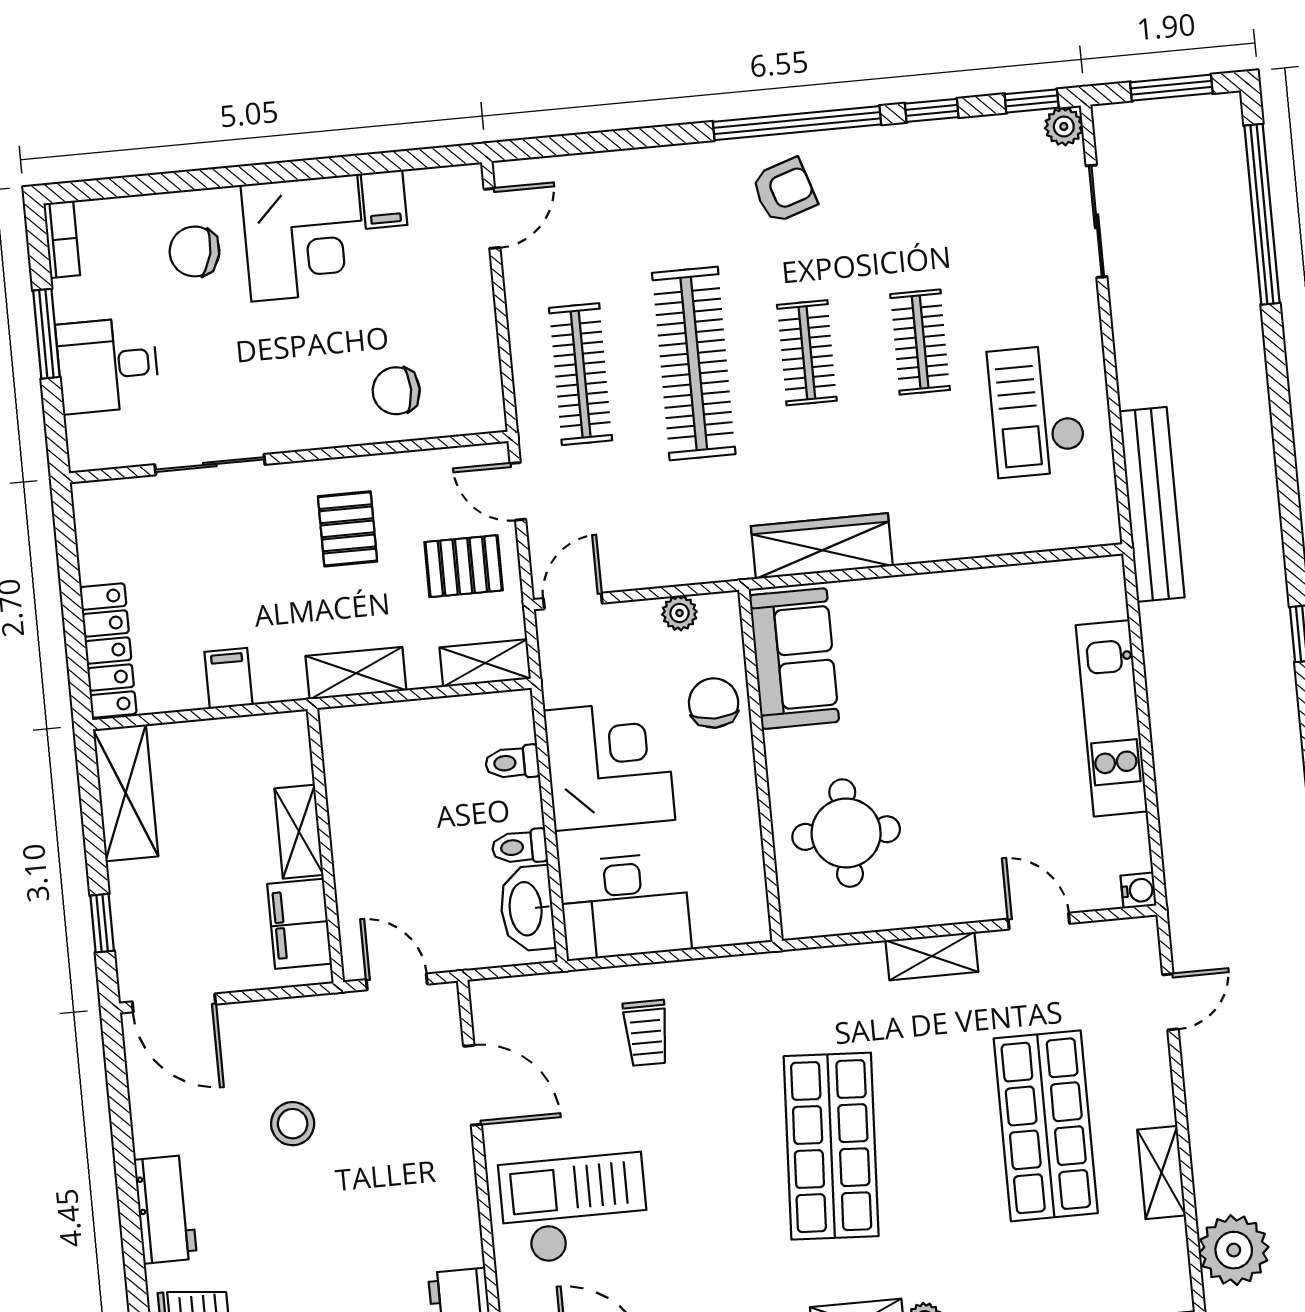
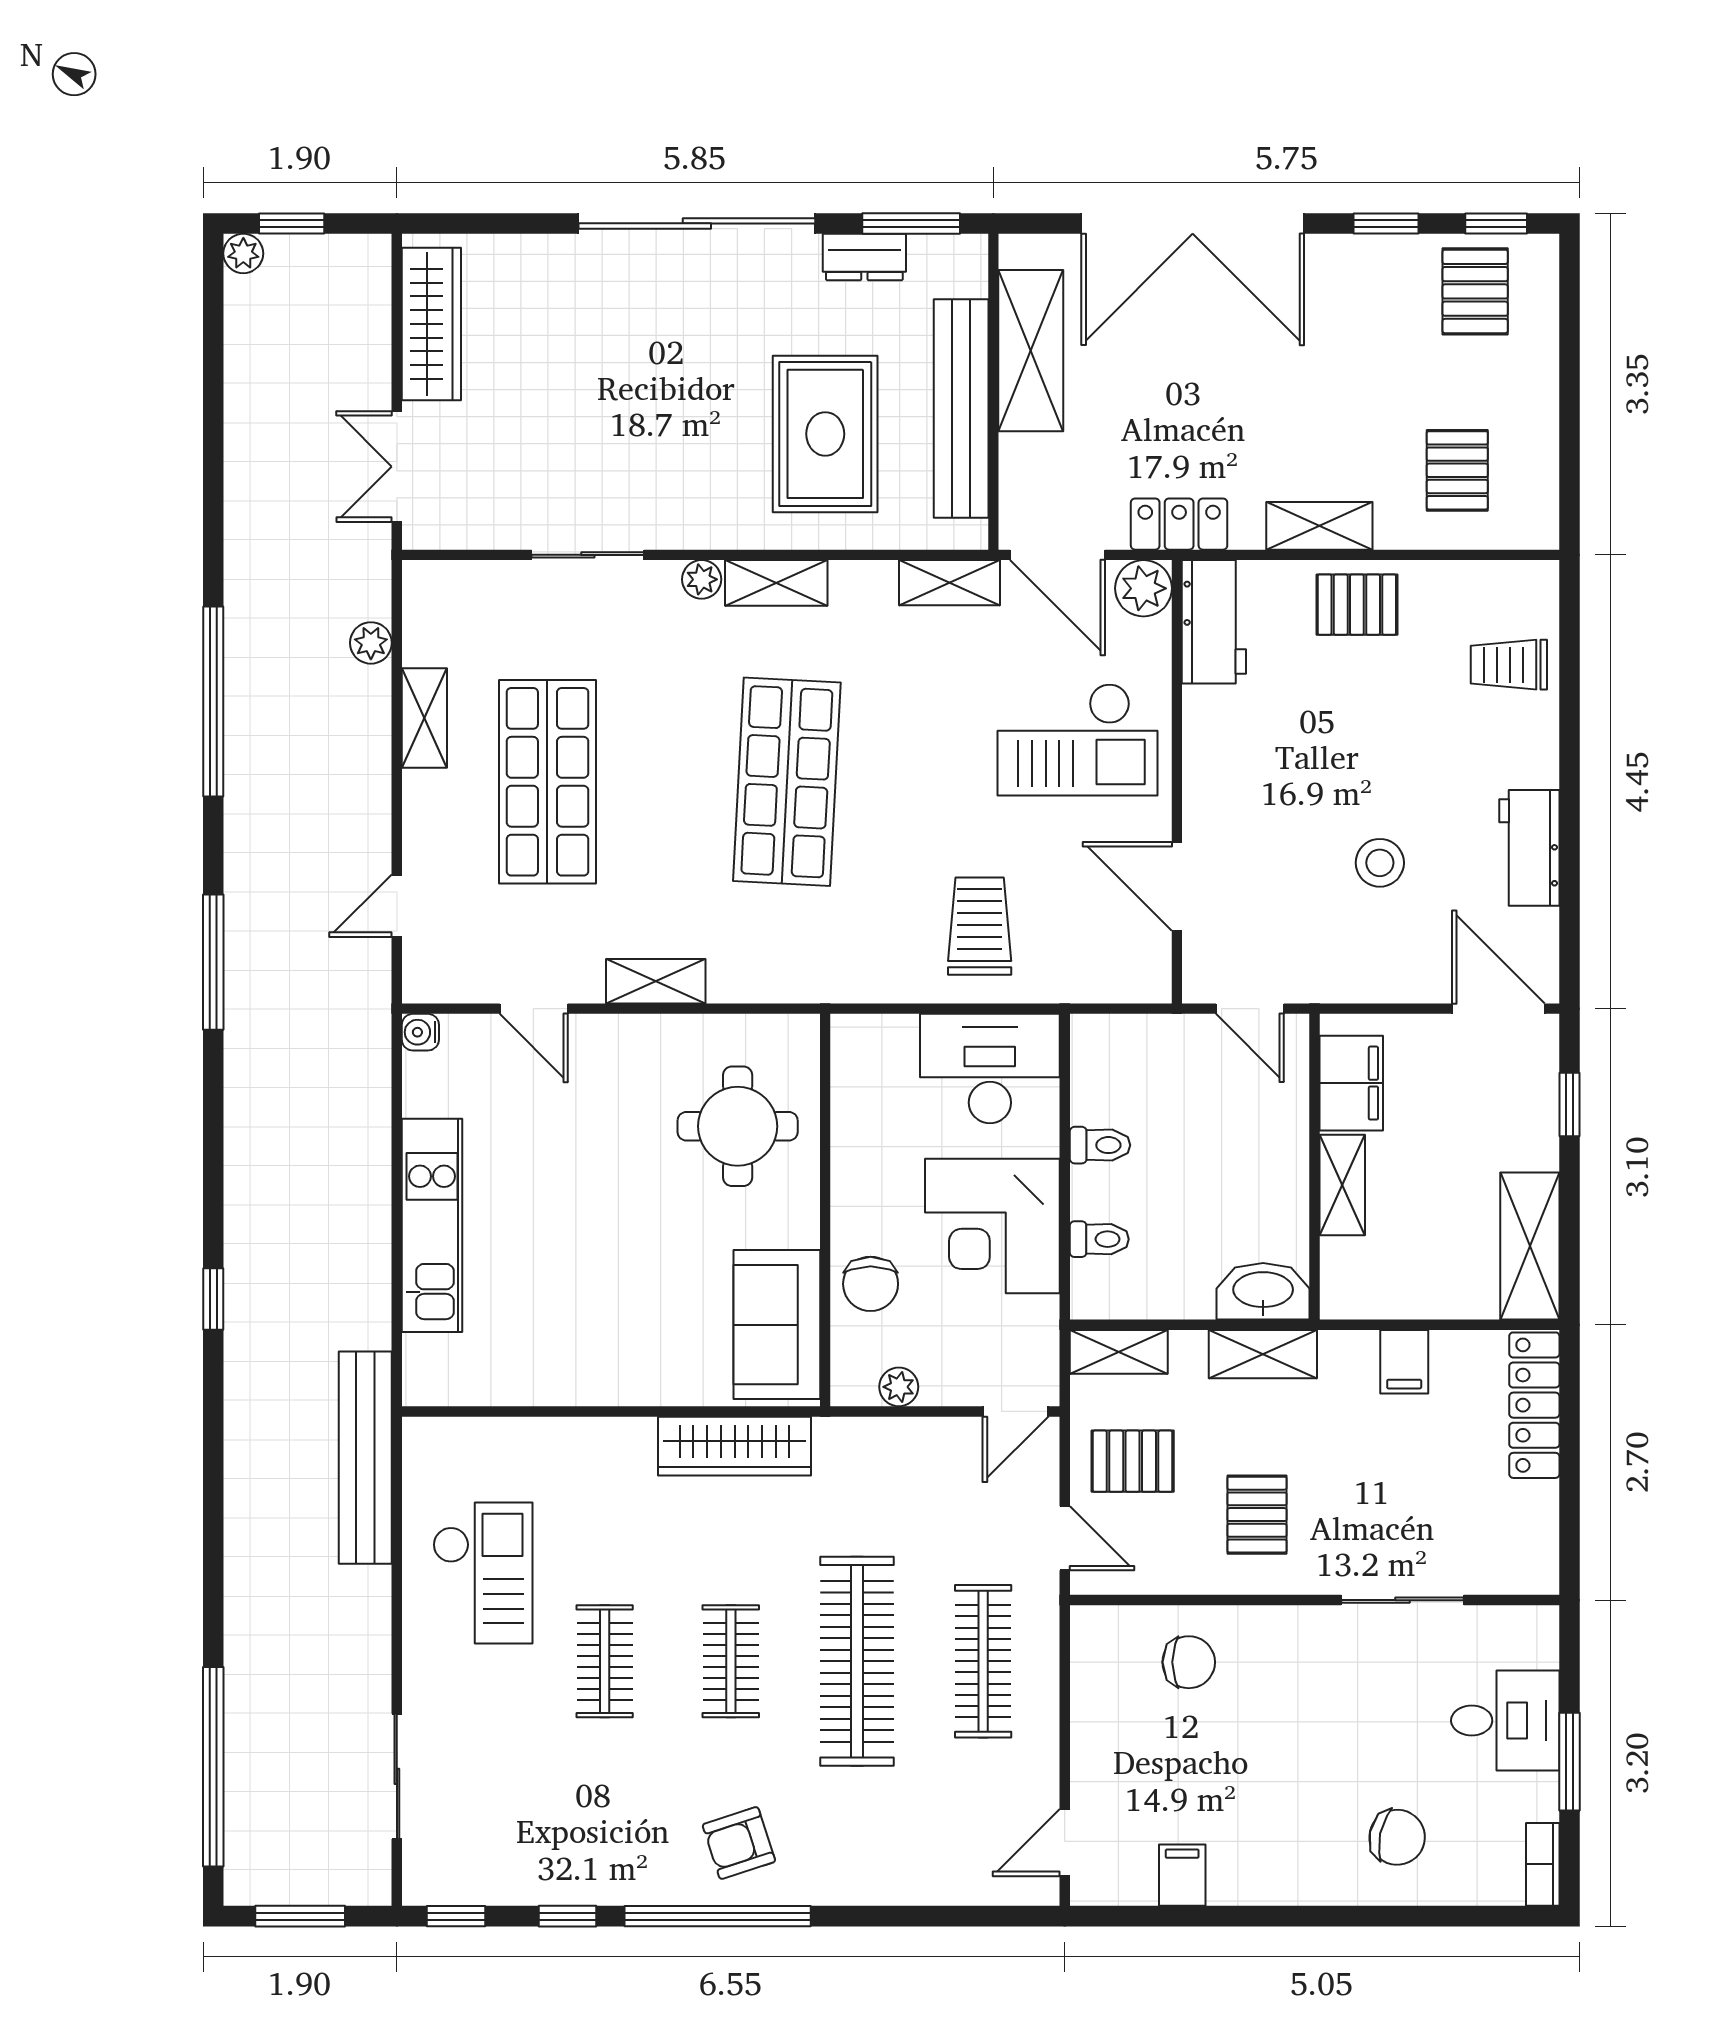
plant: (1064, 126) -> (423, 1885), removed
corner desk: (304, 238) -> (1274, 1841), removed
washbasin: (527, 909) -> (1263, 1291), moved, turned -90
trolley: (646, 1033) -> (980, 926), width x1.36, depth x1.39
workbench: (165, 1209) -> (1529, 848), moved
plant: (1234, 1250) -> (371, 643), width x0.53, depth x0.53

